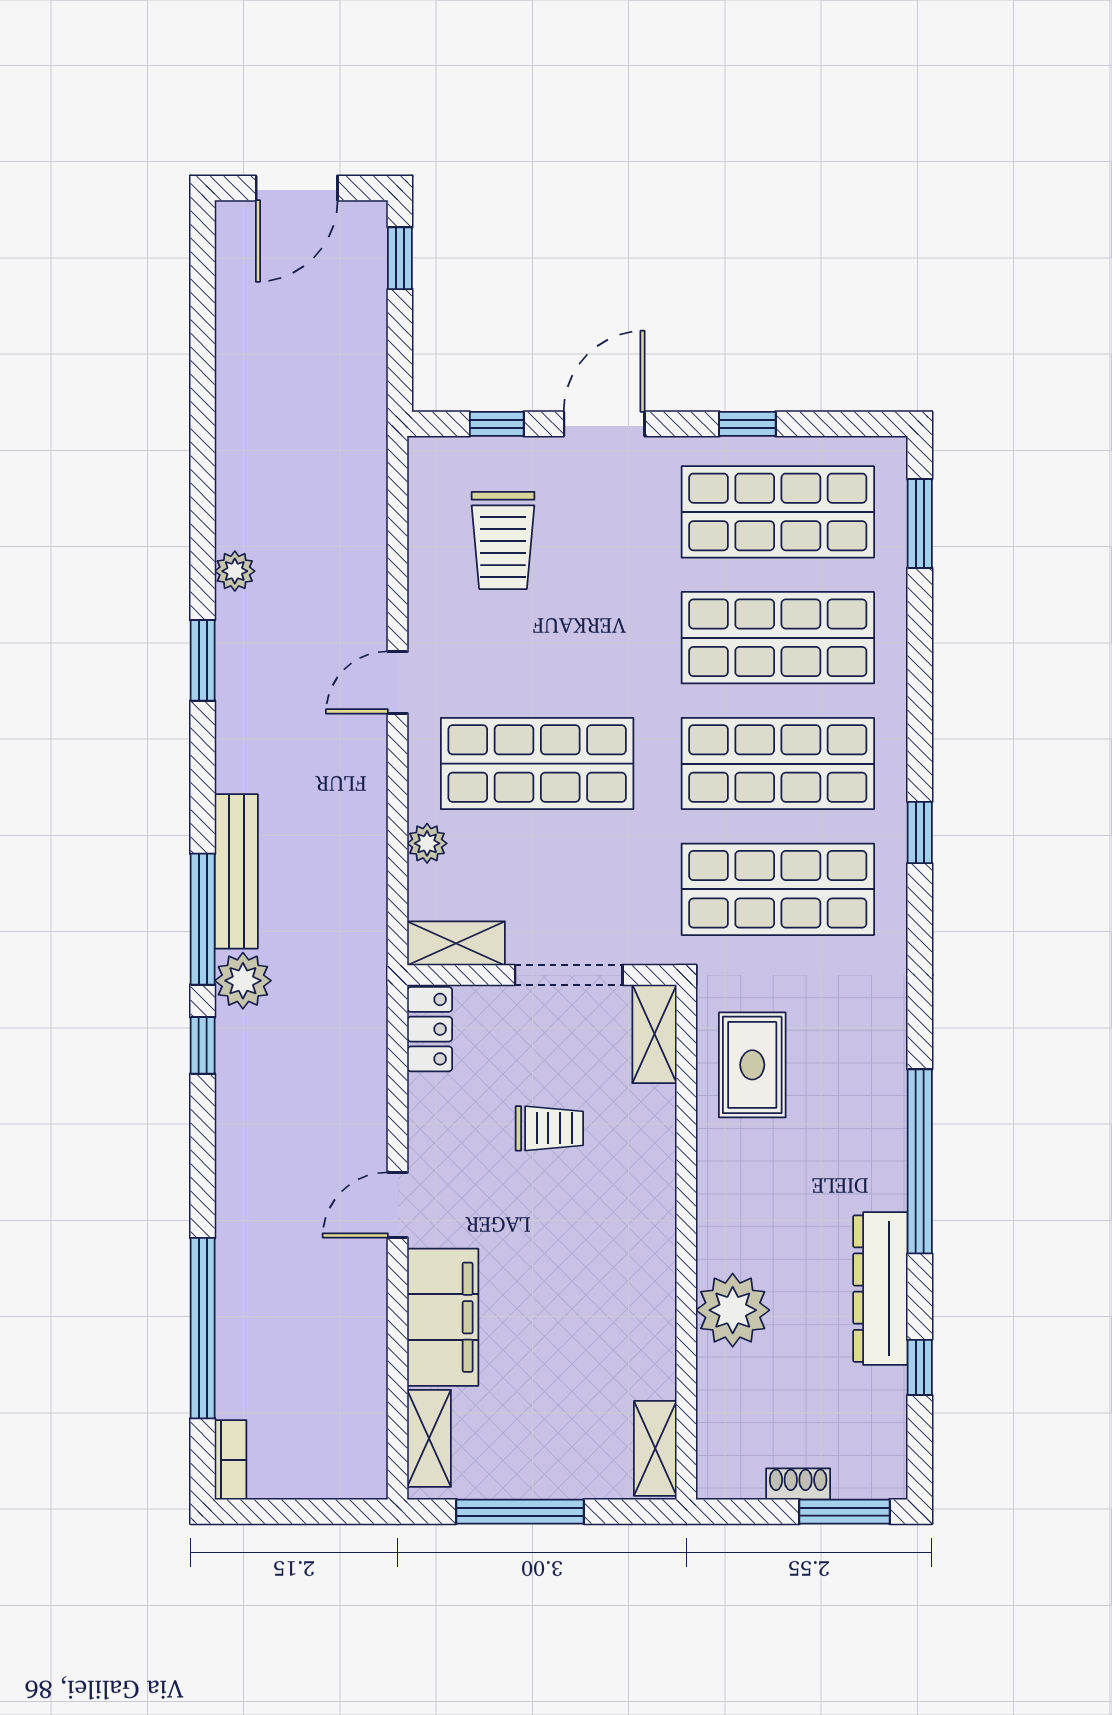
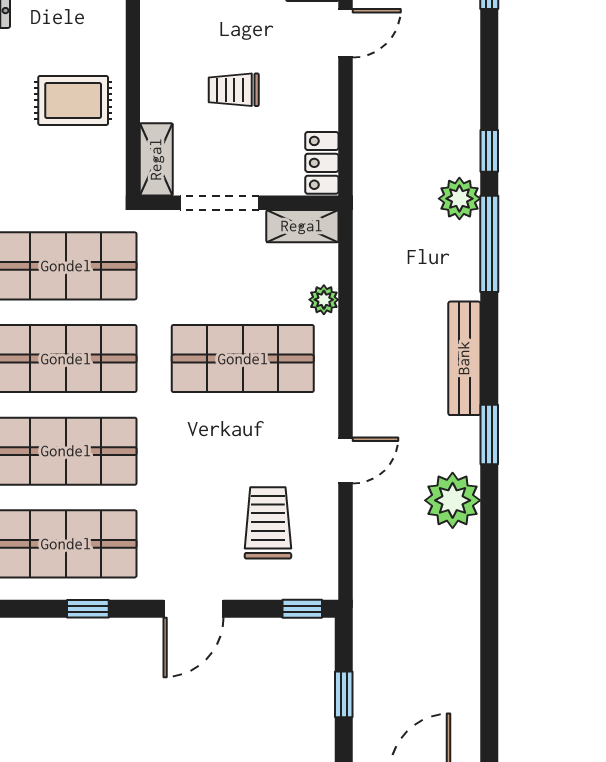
window: (400, 258) -> (344, 694), moved
window: (497, 424) -> (302, 609), moved
plant: (235, 571) -> (453, 500), width x1.88, depth x1.88
door: (398, 682) -> (346, 461), moved
bench: (236, 871) -> (464, 358), moved
rug: (752, 1065) -> (73, 100), moved, turned 90

